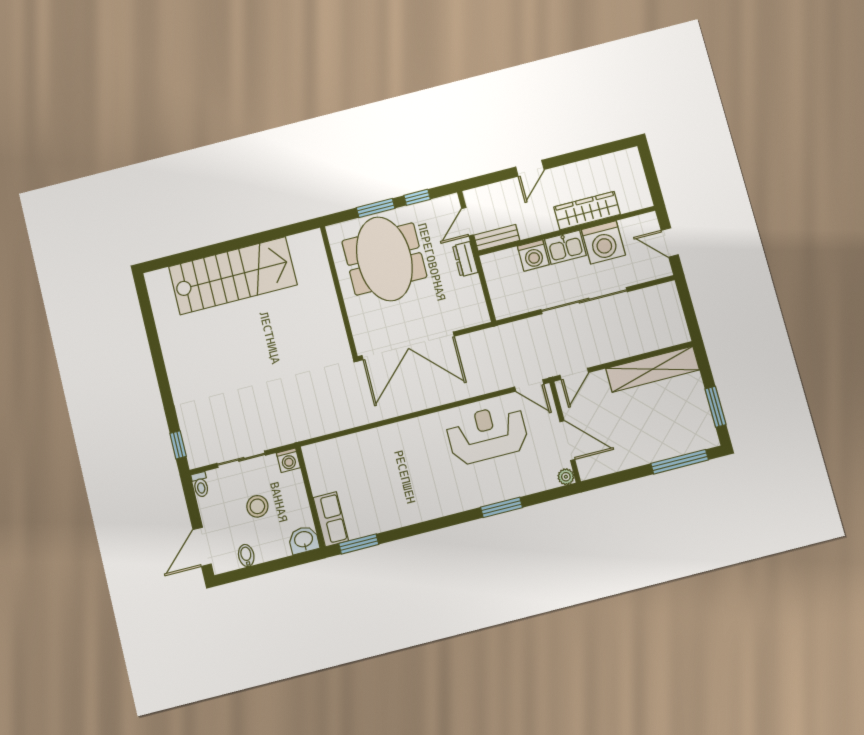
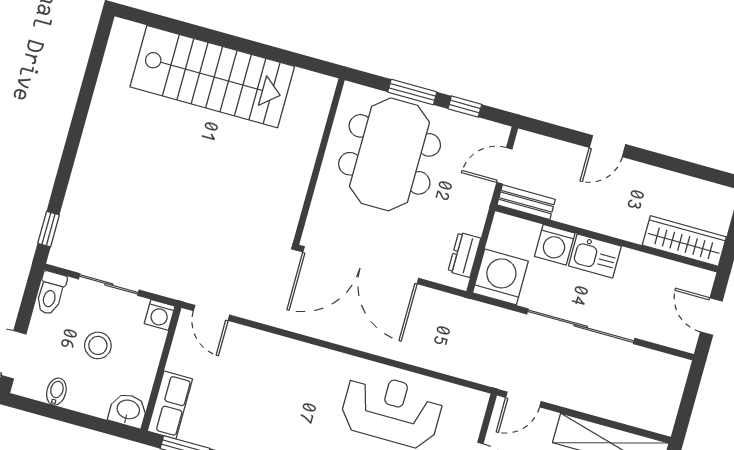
wardrobe: (587, 211) -> (684, 241), moved
washing machine: (603, 242) -> (500, 277), moved, turned 180
dresser: (465, 259) -> (464, 255), moved
door: (529, 385) -> (211, 313), moved
toilet: (200, 485) -> (51, 293), width x1.37, depth x1.39

